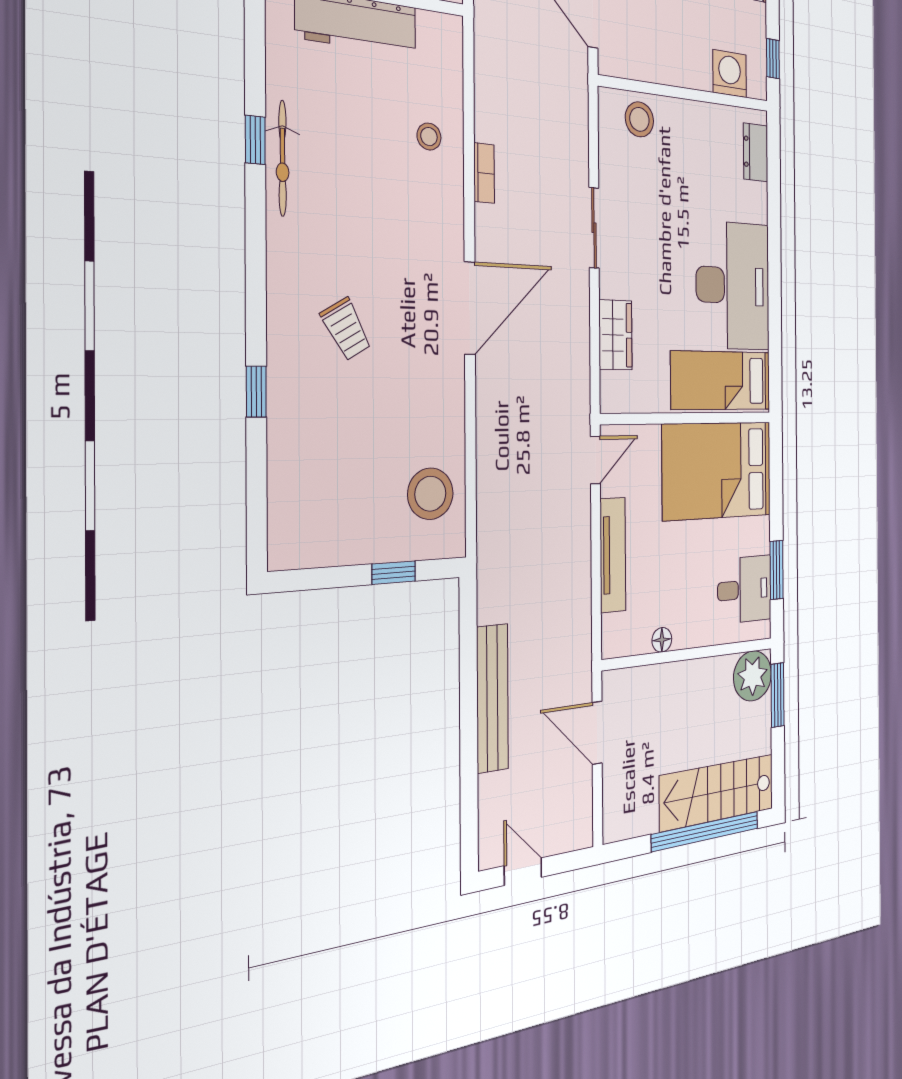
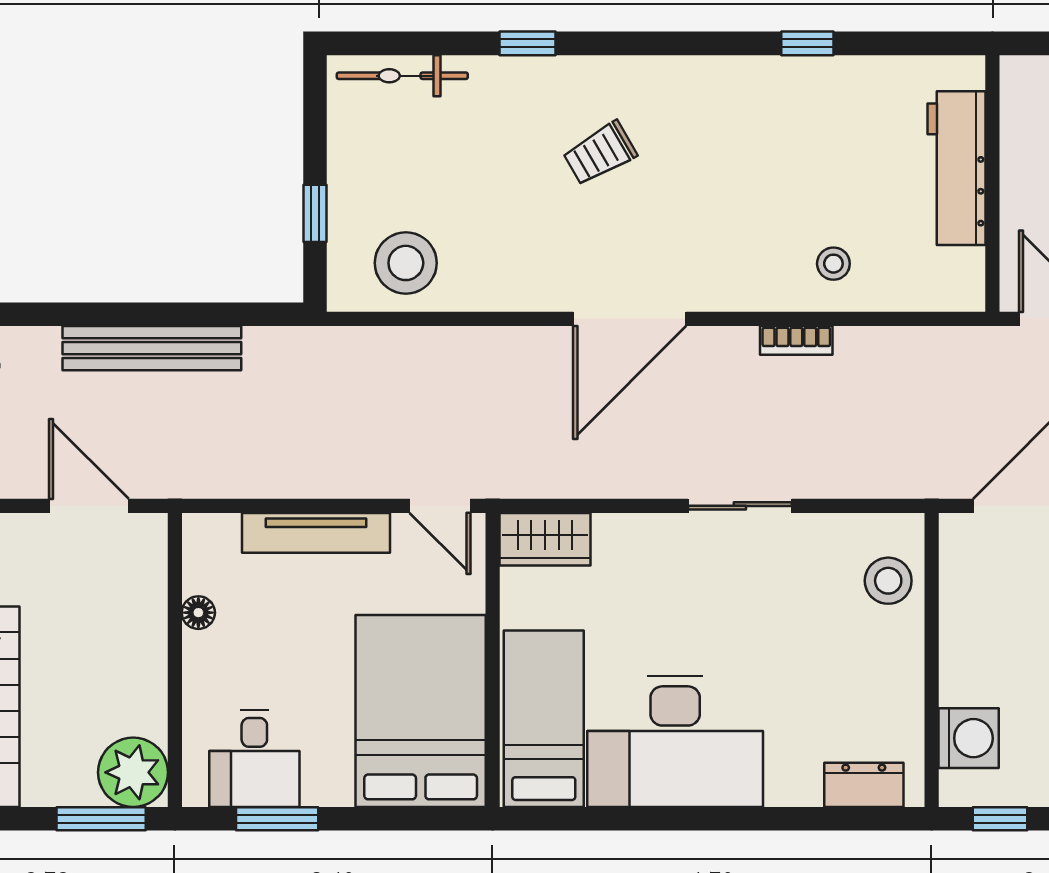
bicycle: (283, 158) -> (402, 76), moved
door: (470, 308) -> (630, 319), hinge flipped
wardrobe: (615, 335) -> (545, 539), moved
door: (597, 733) -> (89, 506), hinge flipped

